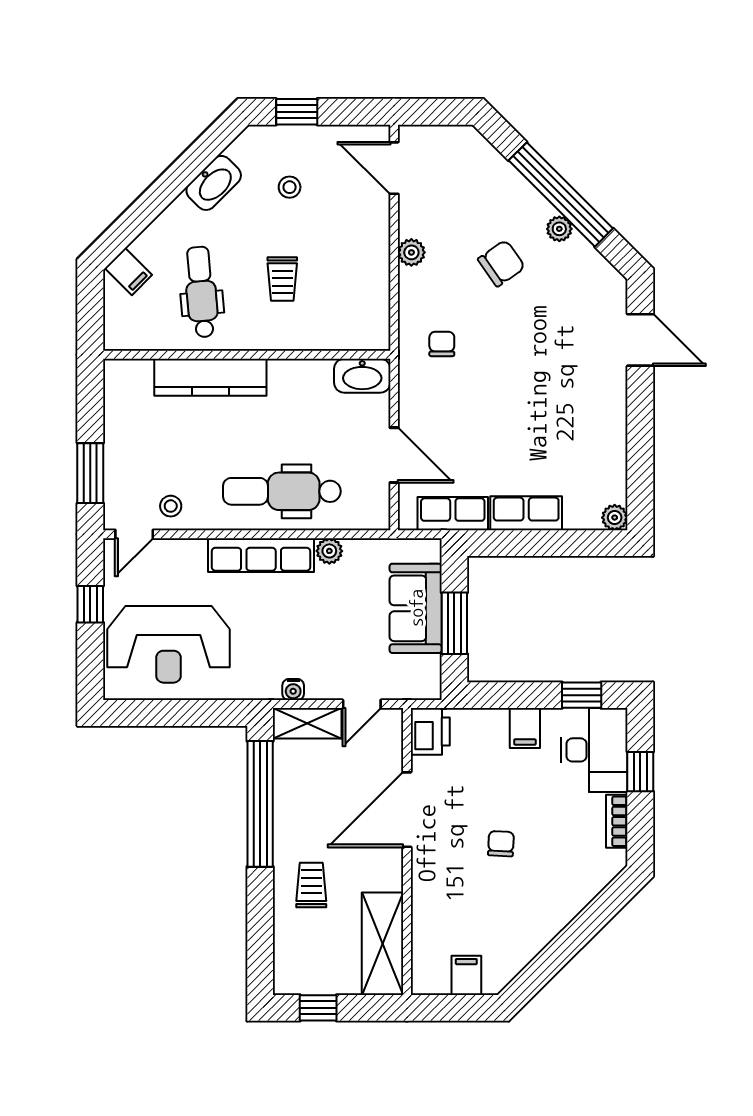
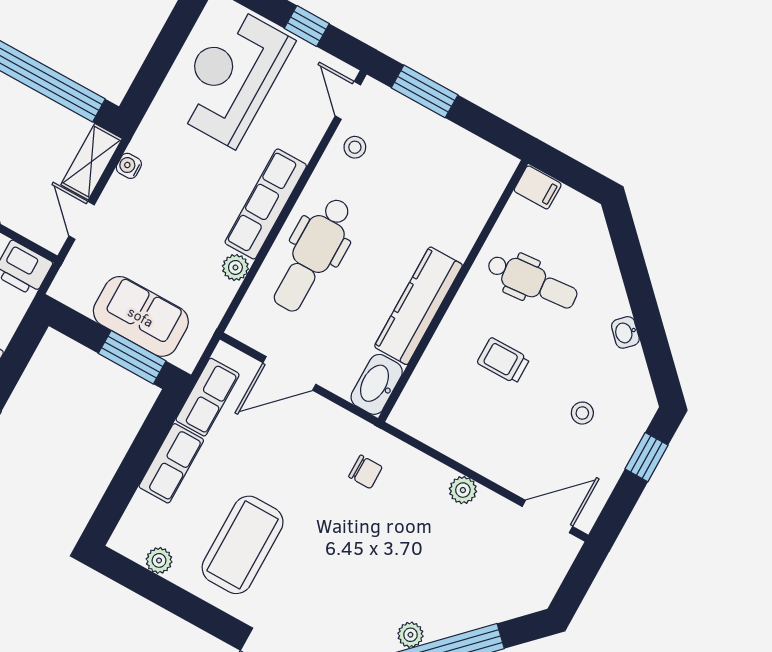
washbasin: (214, 183) -> (625, 332), width x0.52, depth x0.69
chair: (501, 263) -> (408, 566), removed
filing cabinet: (128, 272) -> (538, 187), moved, turned -135
kitchen counter: (210, 377) -> (418, 306), moved
coffee table: (562, 414) -> (243, 545), added
dental chair: (282, 491) -> (313, 255), turned 180
plant: (615, 518) -> (159, 560), moved
window: (454, 623) -> (132, 357), moved

